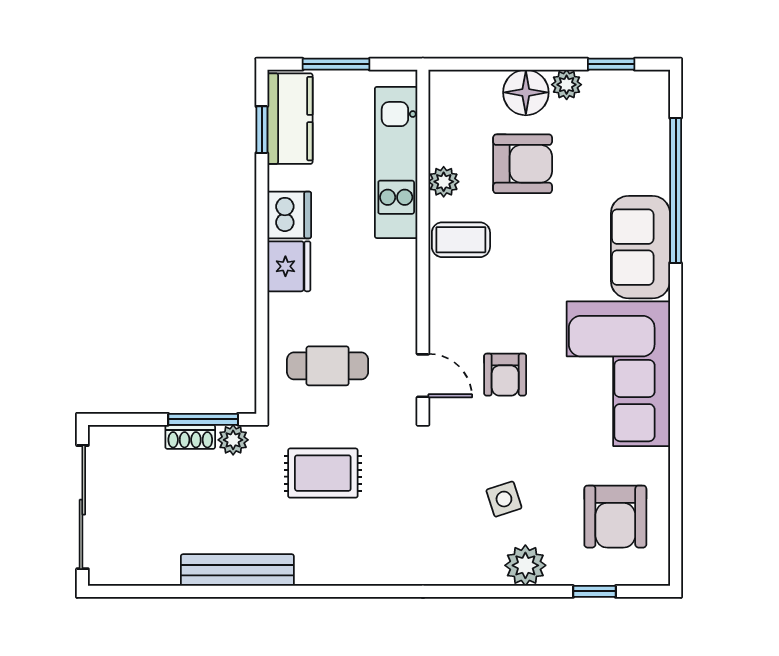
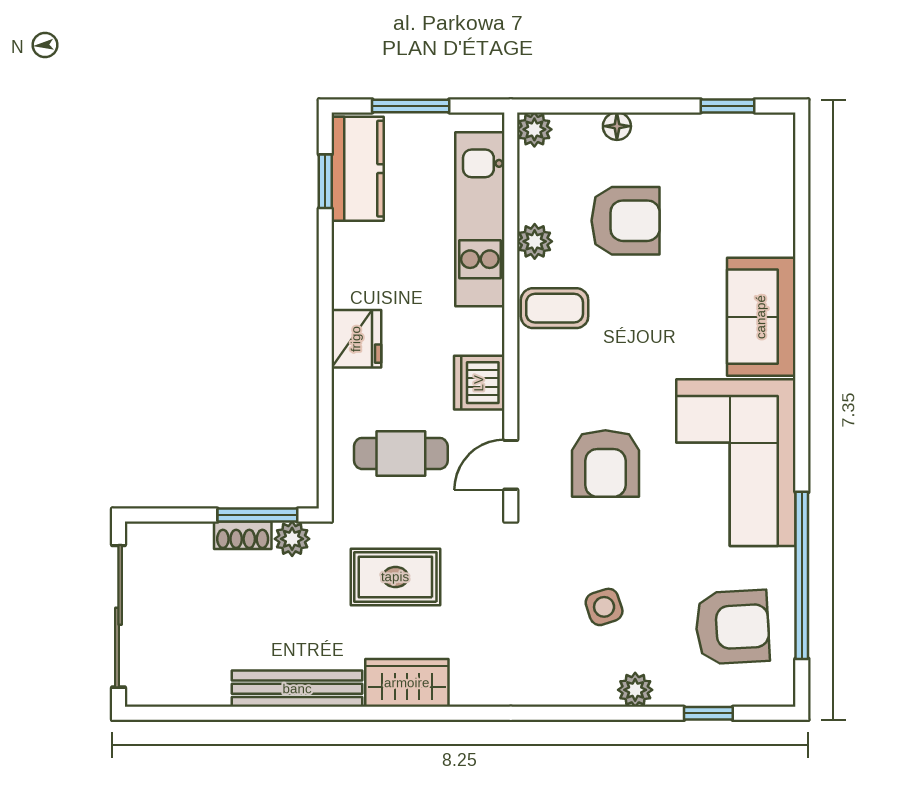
plant: (567, 85) -> (534, 129), moved
floor lamp: (526, 92) -> (617, 126), width x0.53, depth x0.53
window: (676, 190) -> (802, 575), moved
dishwasher: (289, 215) -> (479, 383), moved, turned 180
armchair: (505, 375) -> (605, 464), width x1.38, depth x1.38
door: (423, 376) -> (511, 465), swing flipped
armchair: (615, 517) -> (732, 627), turned -93
wardrobe: (333, 565) -> (407, 683), added
plant: (525, 565) -> (635, 690), width x0.73, depth x0.73

